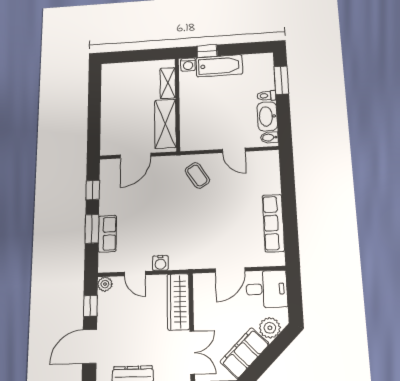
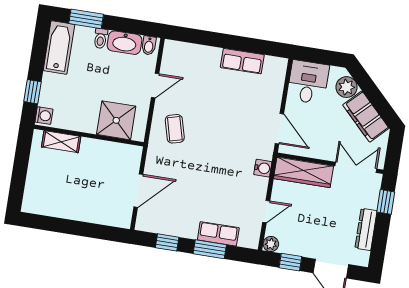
bathtub: (219, 66) -> (59, 48), moved
shelving: (165, 124) -> (109, 153), removed
shower: (195, 124) -> (116, 120), added
door: (136, 156) -> (138, 191), hinge flipped
coffee table: (197, 175) -> (175, 129), turned -73
row of seats: (273, 223) -> (242, 61), width x0.68
water cooler: (160, 263) -> (263, 168), moved
door: (230, 270) -> (279, 129), moved

